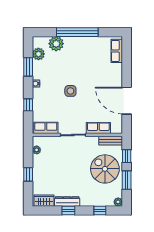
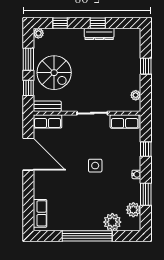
row of seats: (98, 128) -> (47, 121), moved
wardrobe: (44, 201) -> (127, 35), removed

